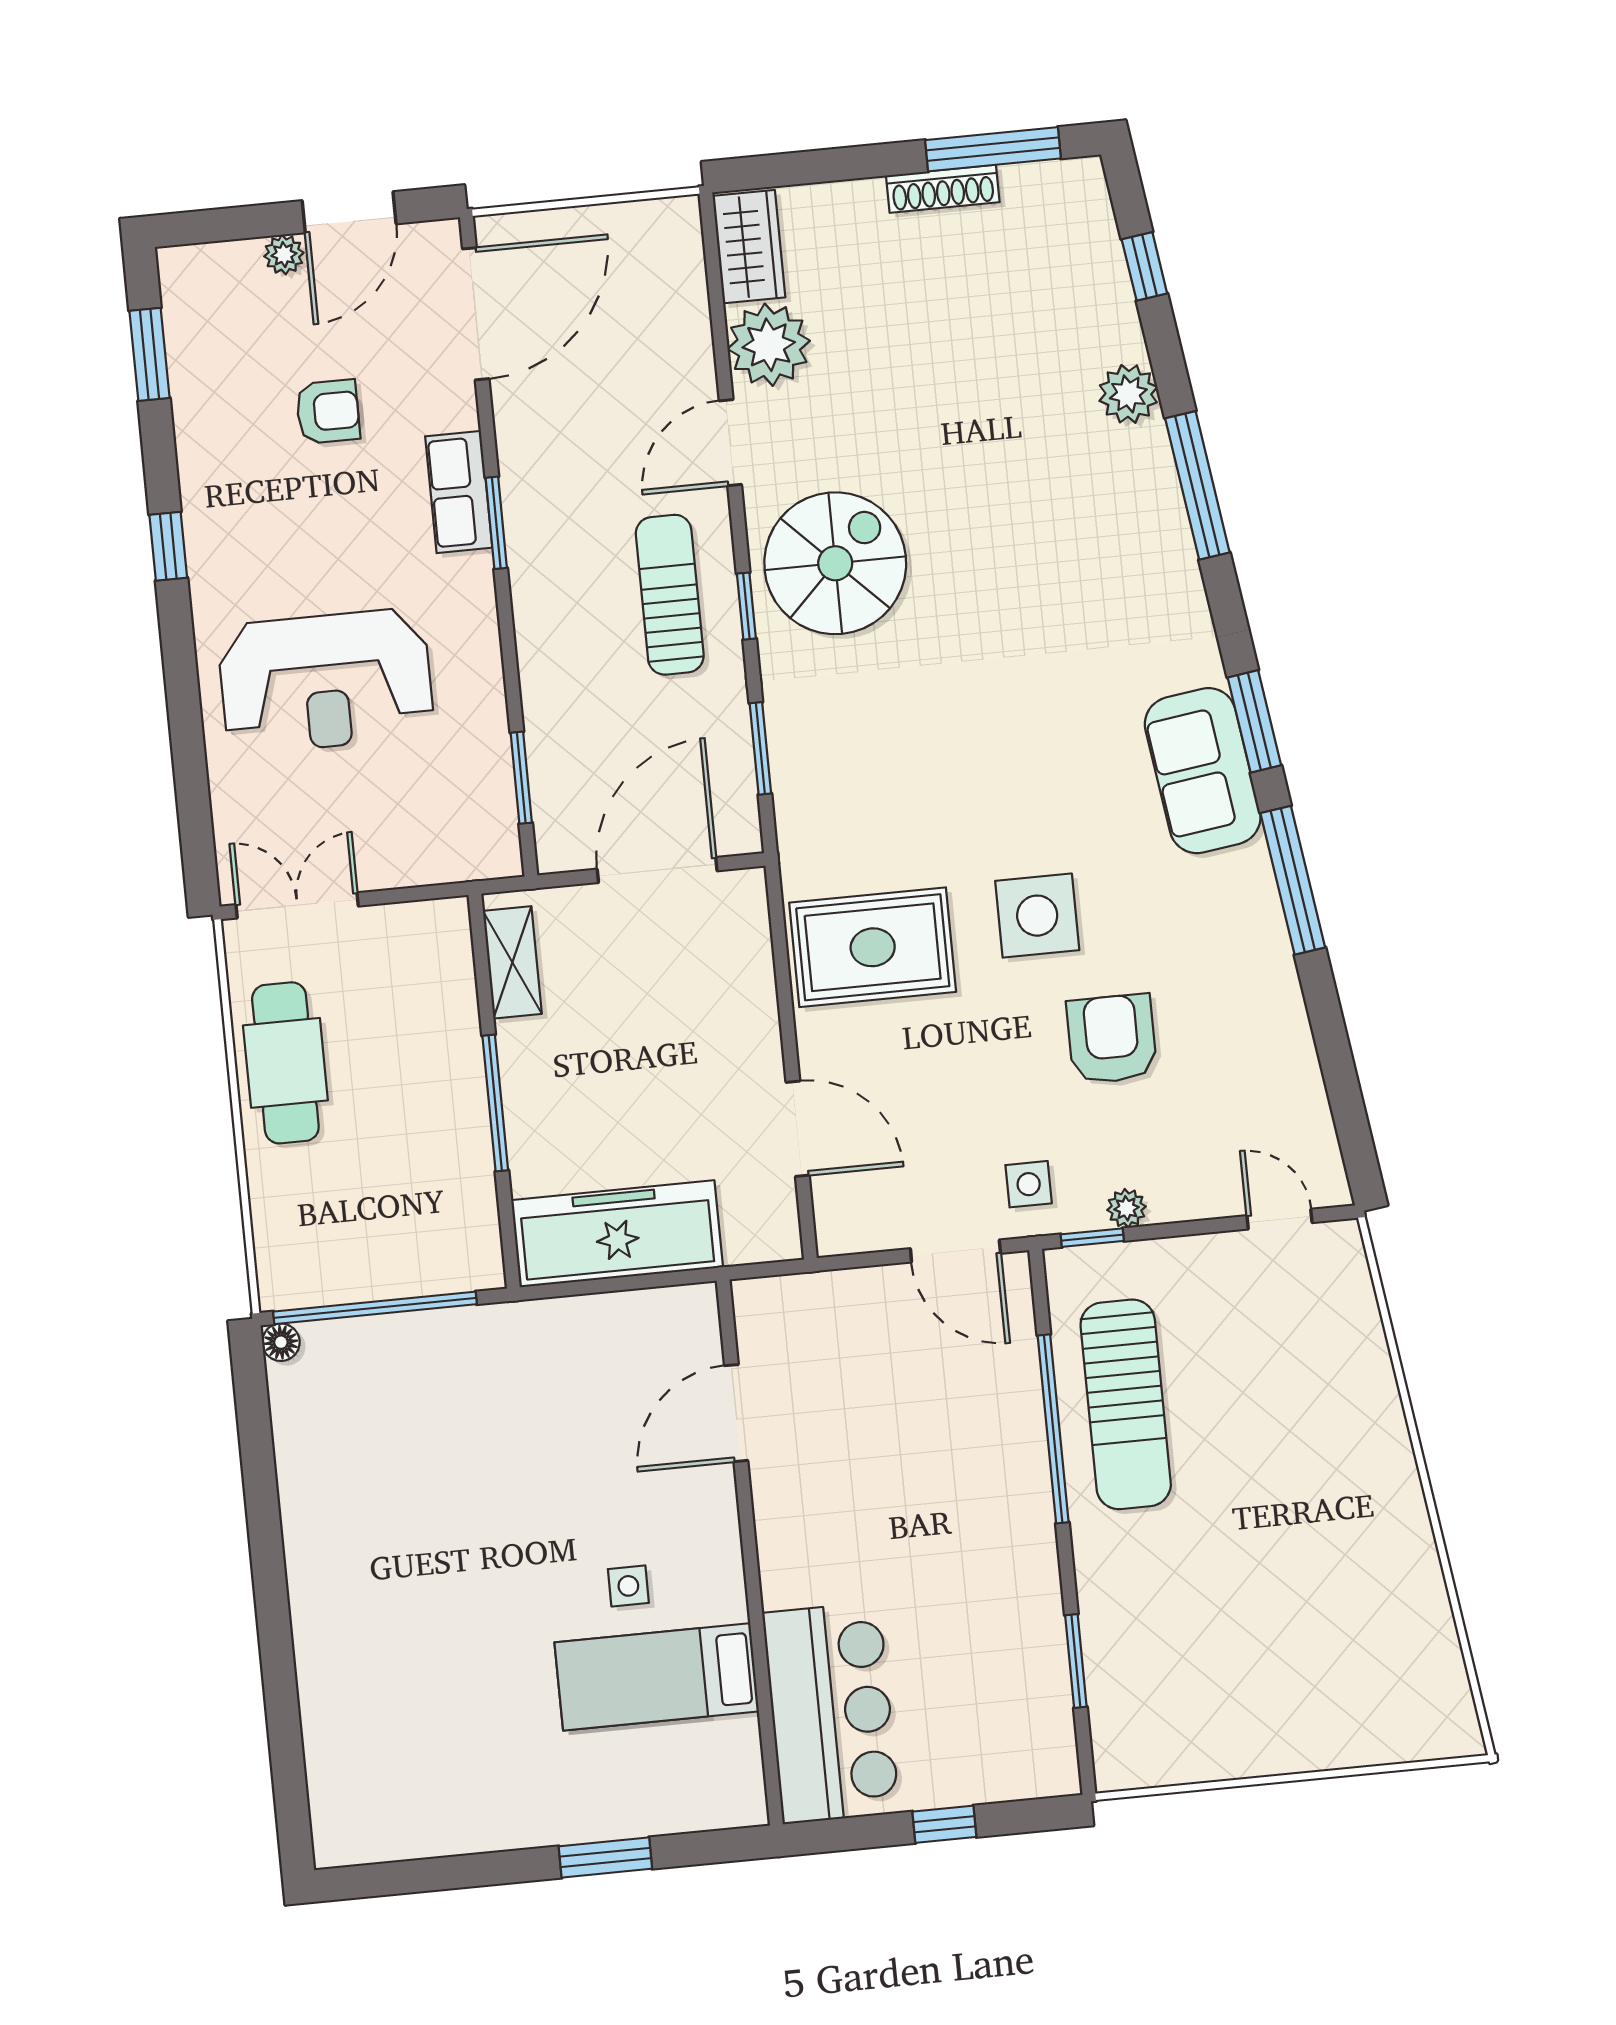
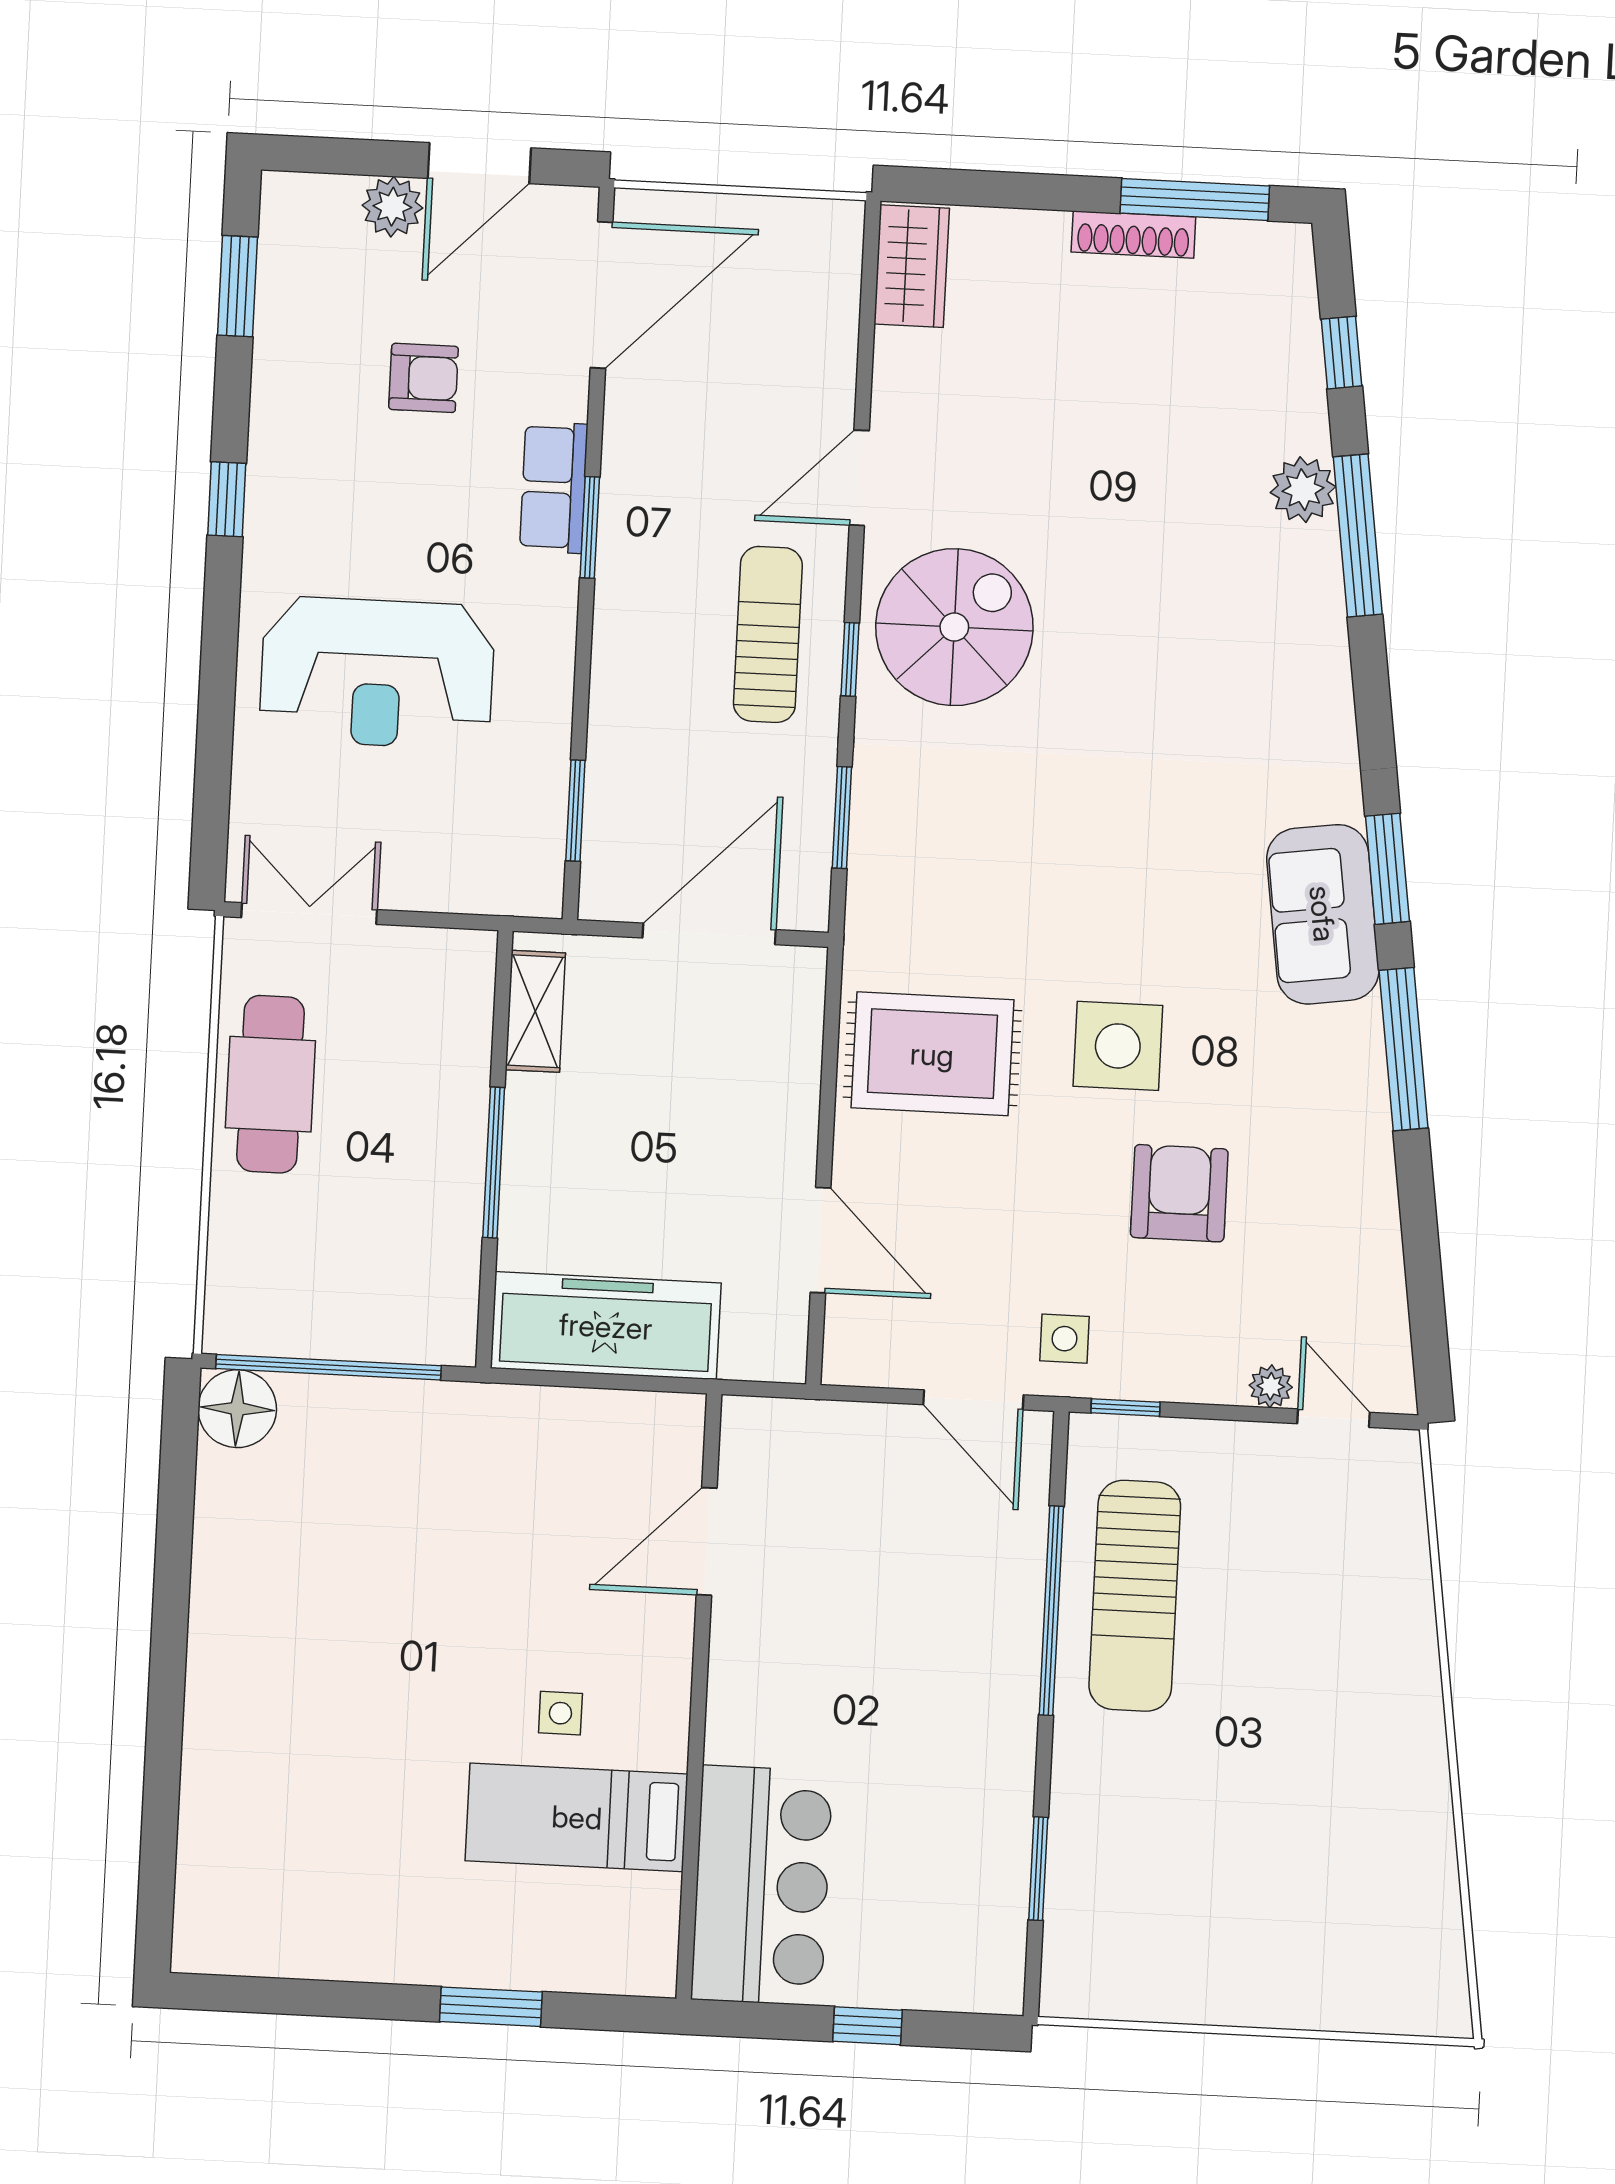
plant: (284, 255) -> (392, 207), width x1.38, depth x1.38
plant: (769, 345) -> (917, 377), removed
window: (1197, 485) -> (1358, 535), moved
plant: (1127, 1208) -> (1271, 1386), moved
floor lamp: (281, 1342) -> (237, 1409), width x1.89, depth x1.89

